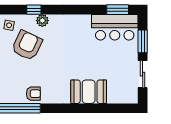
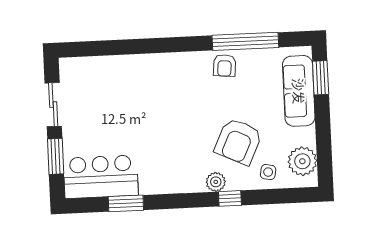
window: (118, 10) -> (126, 203), moved
booth: (89, 92) -> (137, 73), removed
armchair: (33, 94) -> (225, 65), turned -85

